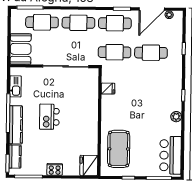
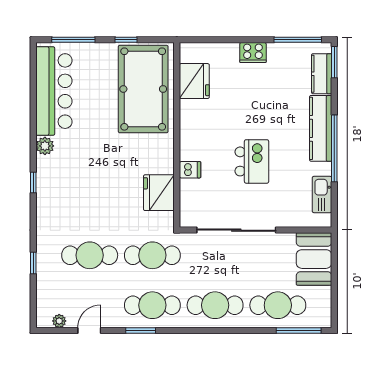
door: (152, 9) -> (89, 330), width x0.53
fridge: (108, 89) -> (159, 193), width x1.88, depth x1.34
dishwasher: (92, 102) -> (190, 170), added
kitchen island: (49, 117) -> (252, 161), moved
pool table: (119, 149) -> (143, 89), width x1.36, depth x1.32
bar counter: (170, 155) -> (54, 91), width x1.36
fridge: (89, 165) -> (194, 81), moved

